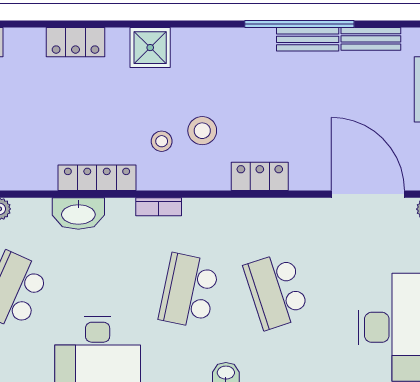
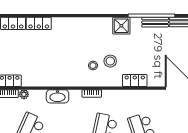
locker: (76, 42) -> (39, 23), moved
shower: (150, 48) -> (121, 26), moved
locker: (97, 178) -> (65, 81), removed

